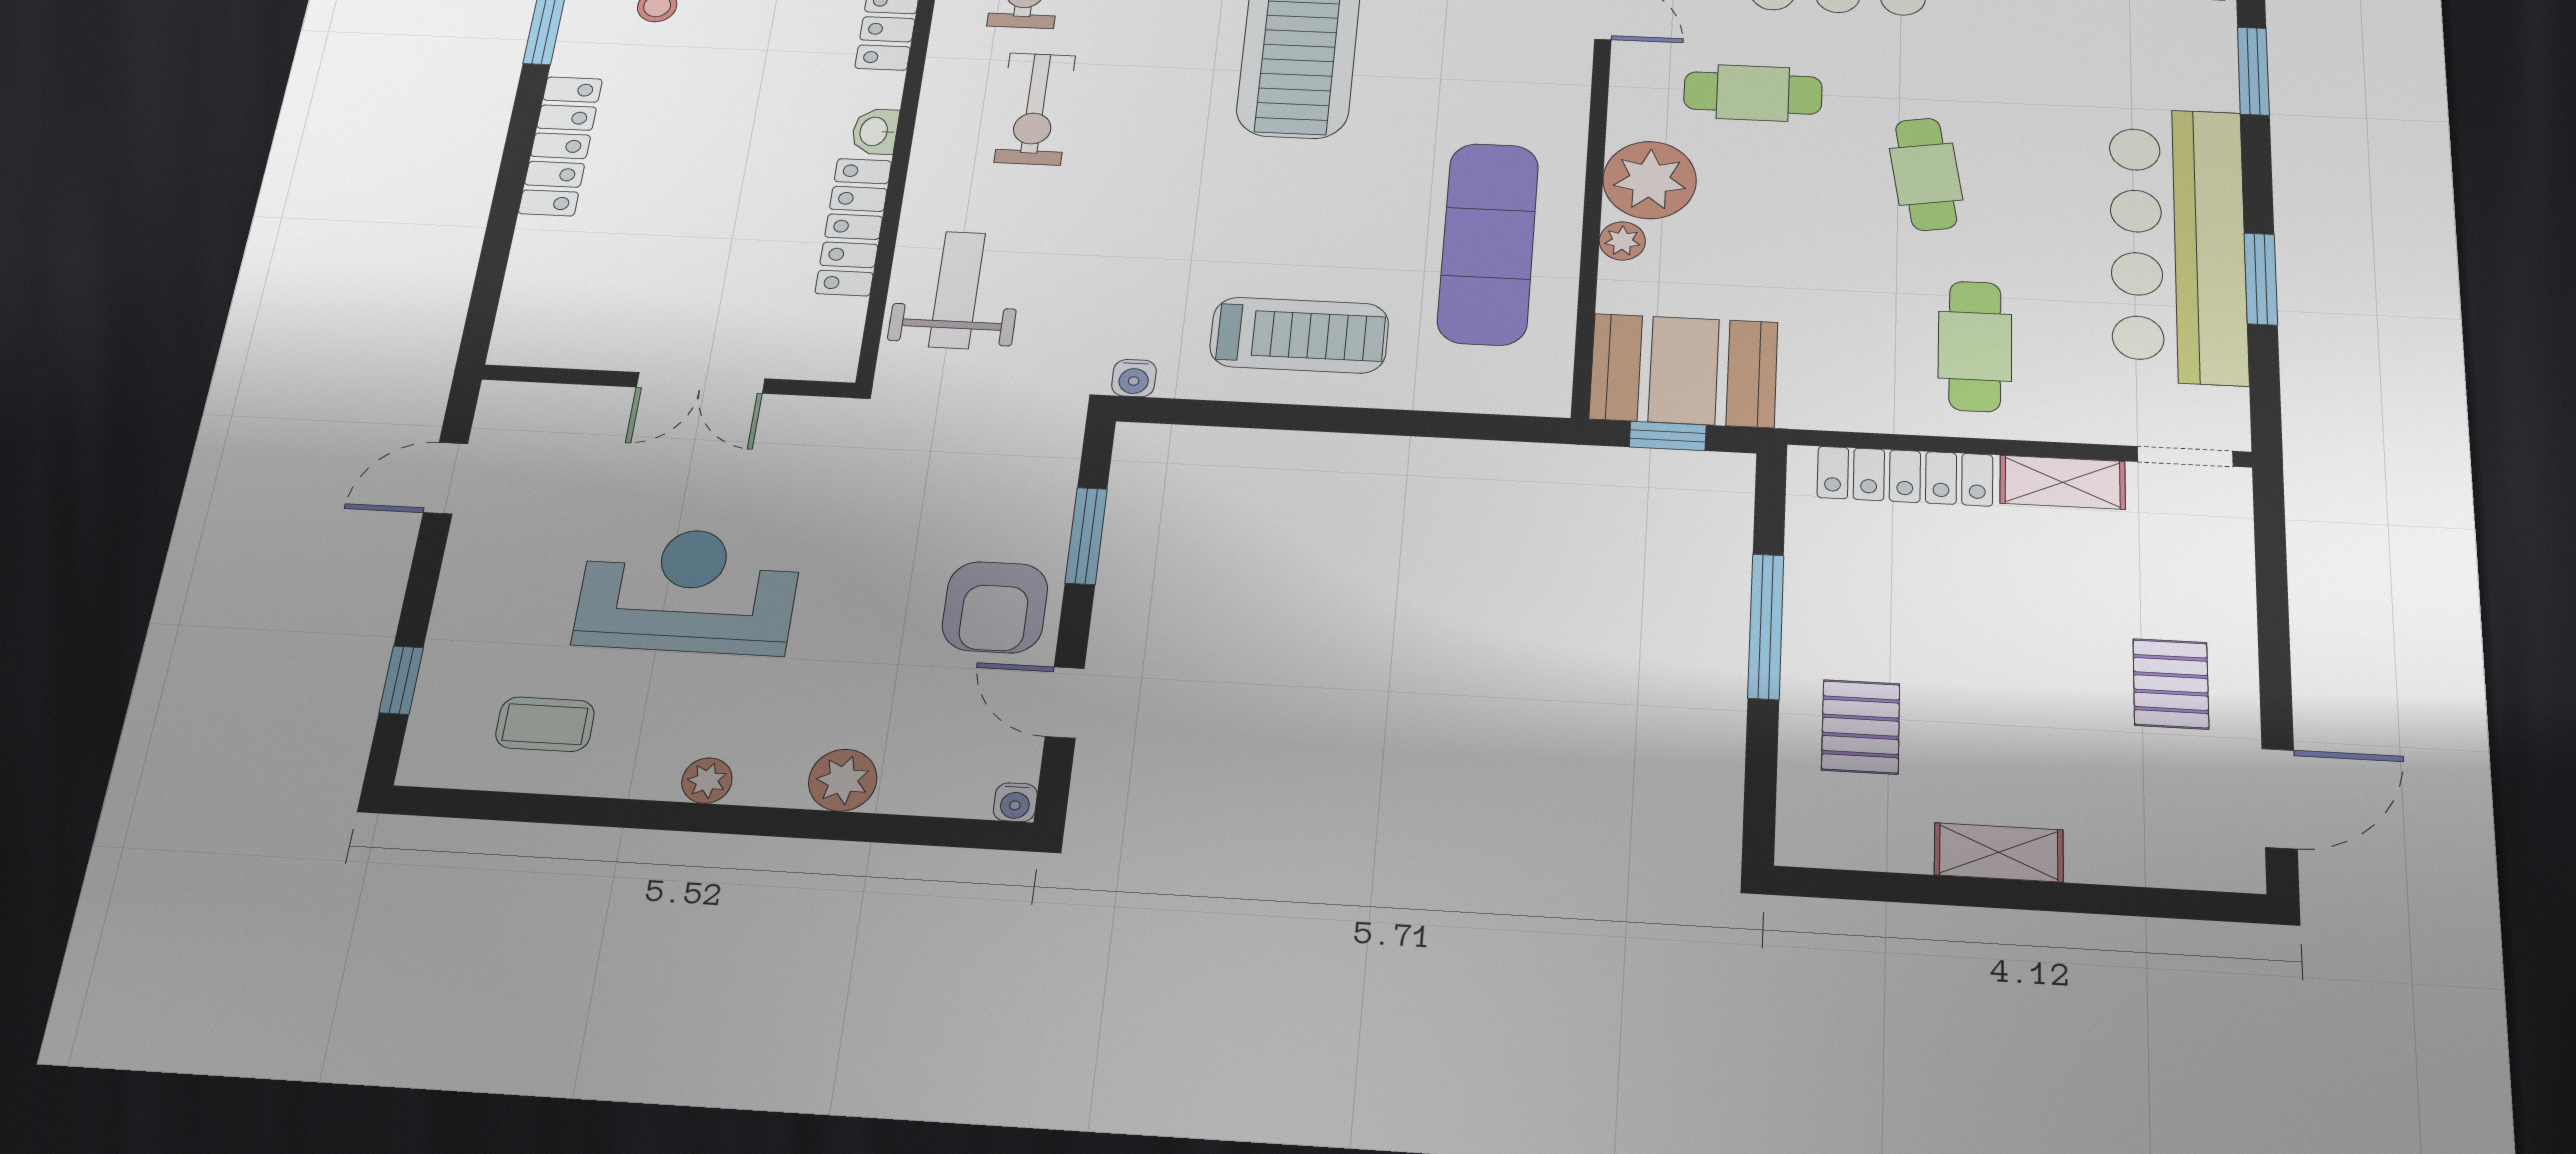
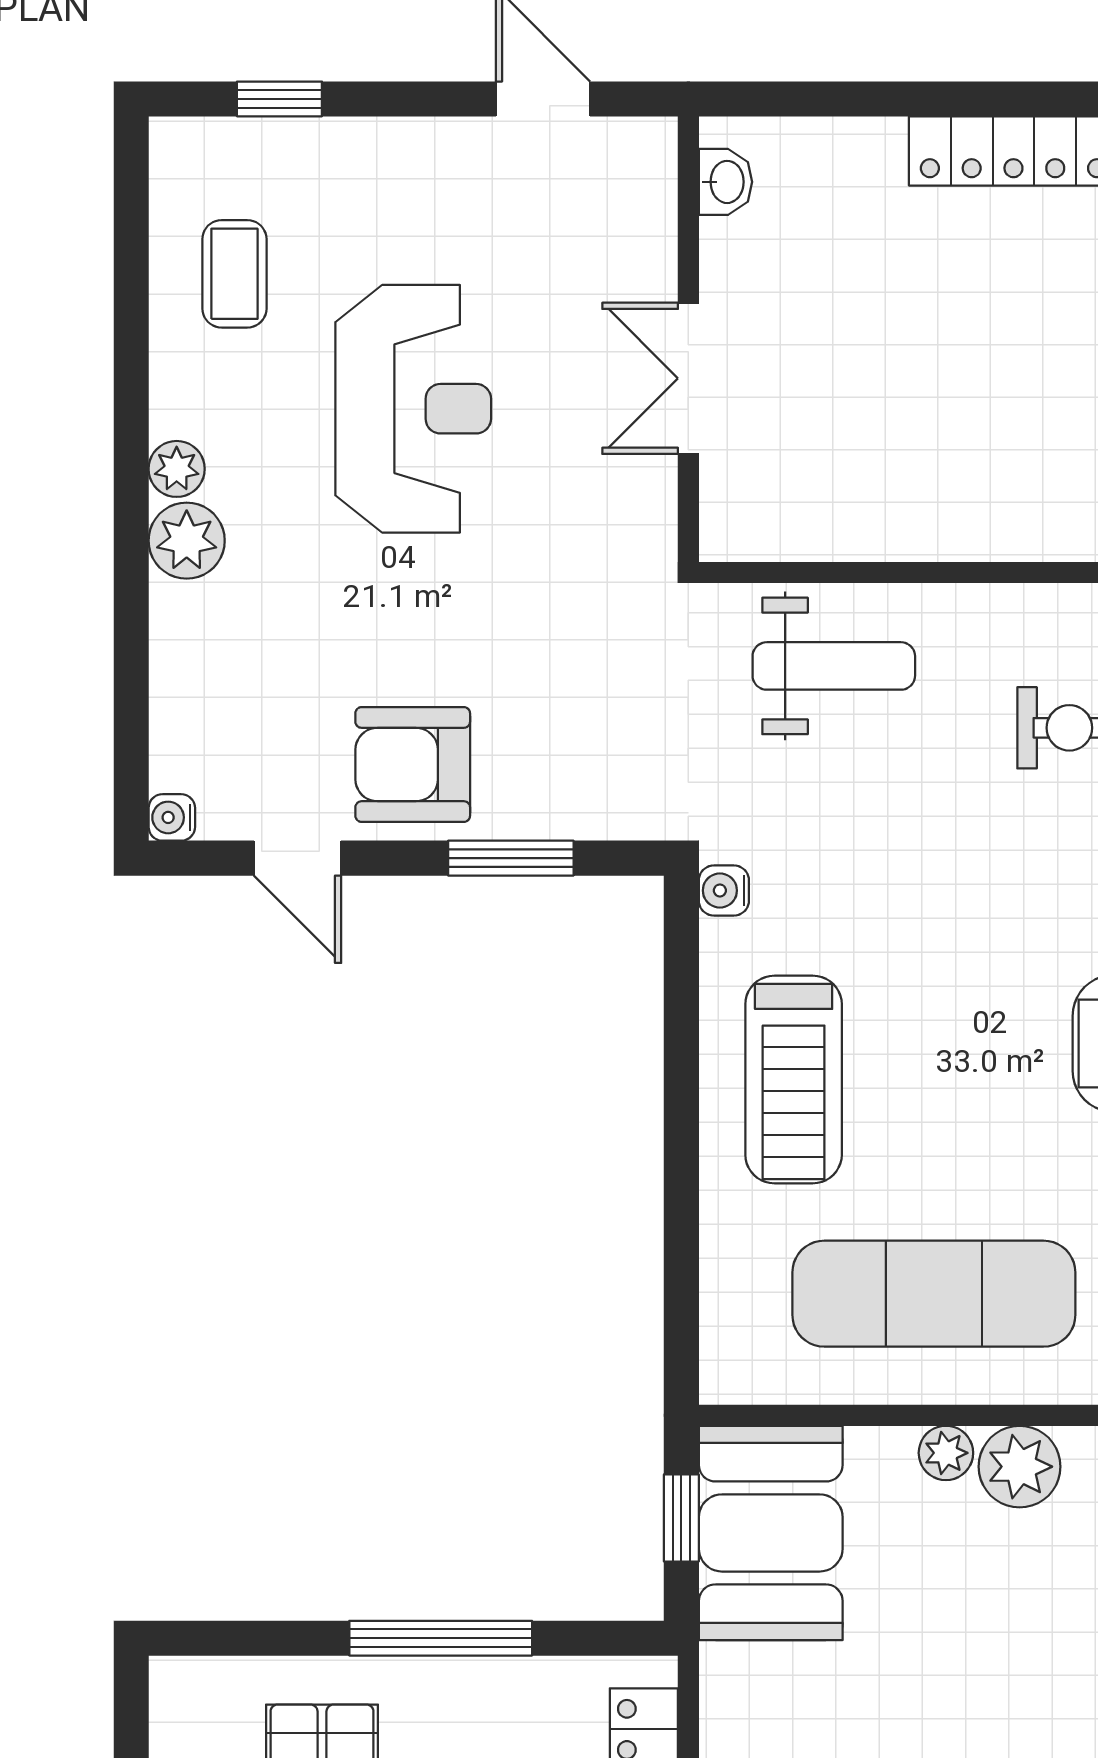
washbasin: (875, 132) -> (726, 182), moved, turned 90
plant: (1650, 180) -> (1020, 1467), width x0.73, depth x0.73
locker: (854, 227) -> (916, 529), removed
door: (1065, 702) -> (298, 858), swing flipped
plant: (843, 780) -> (187, 541), moved

